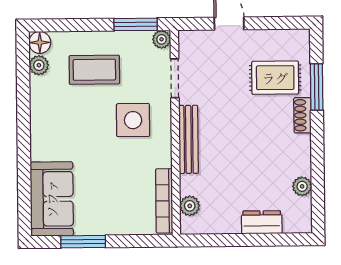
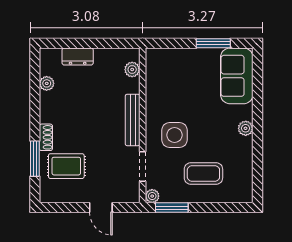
floor lamp: (40, 42) -> (245, 195), removed
plant: (39, 65) -> (246, 128), moved
bookcase: (164, 201) -> (152, 73), removed

